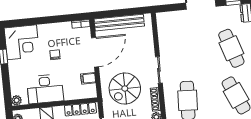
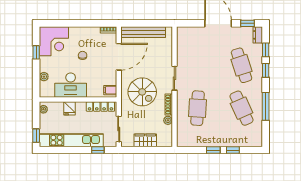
filing cabinet: (88, 78) -> (110, 90), moved
spiral stairs: (125, 88) -> (142, 92), turned -90
plant: (17, 100) -> (44, 77), moved

